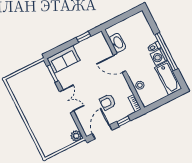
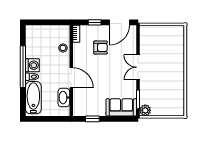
bathtub: (168, 78) -> (33, 98), moved
plant: (76, 136) -> (145, 110), moved

